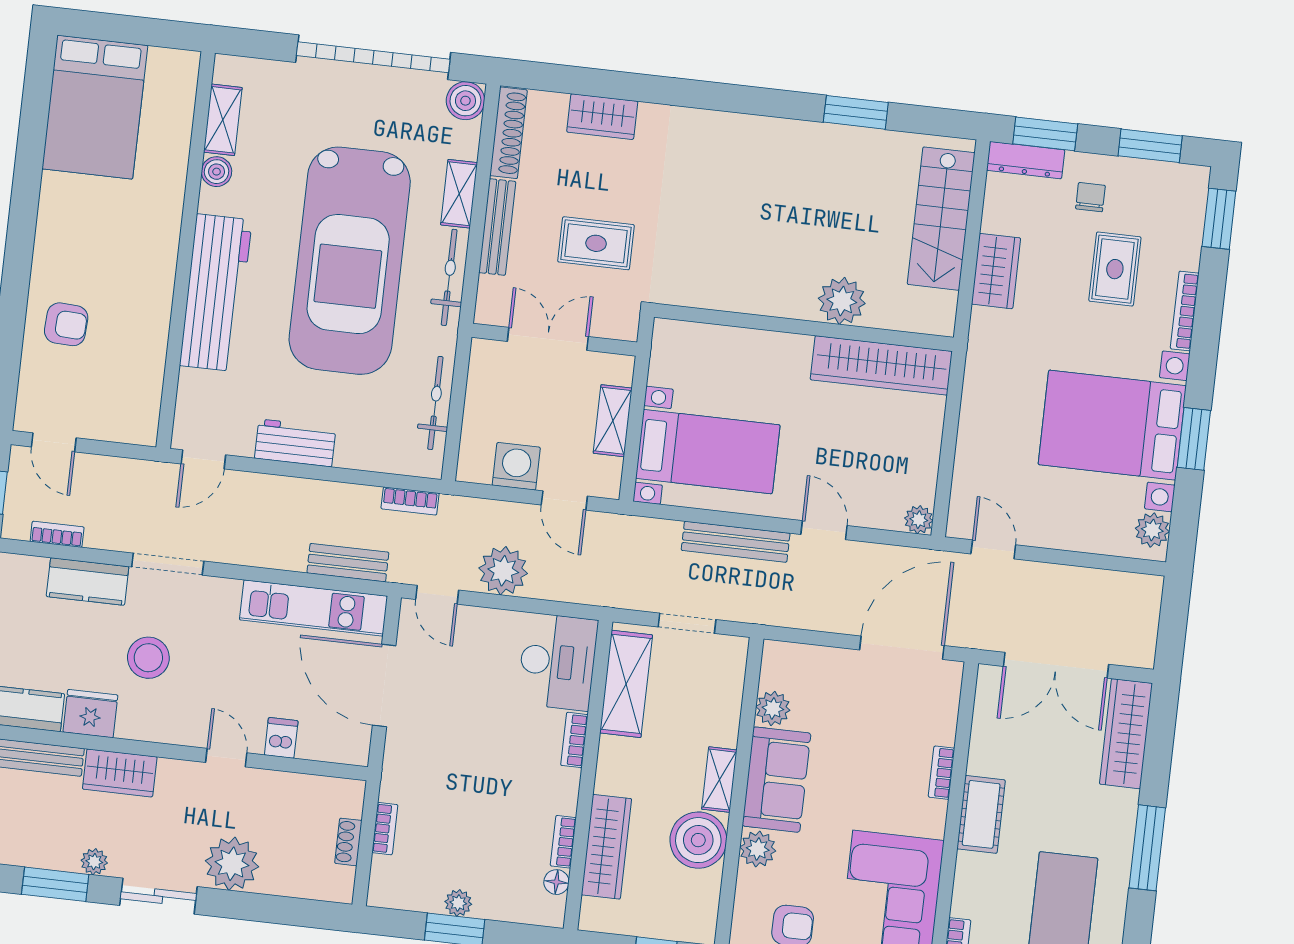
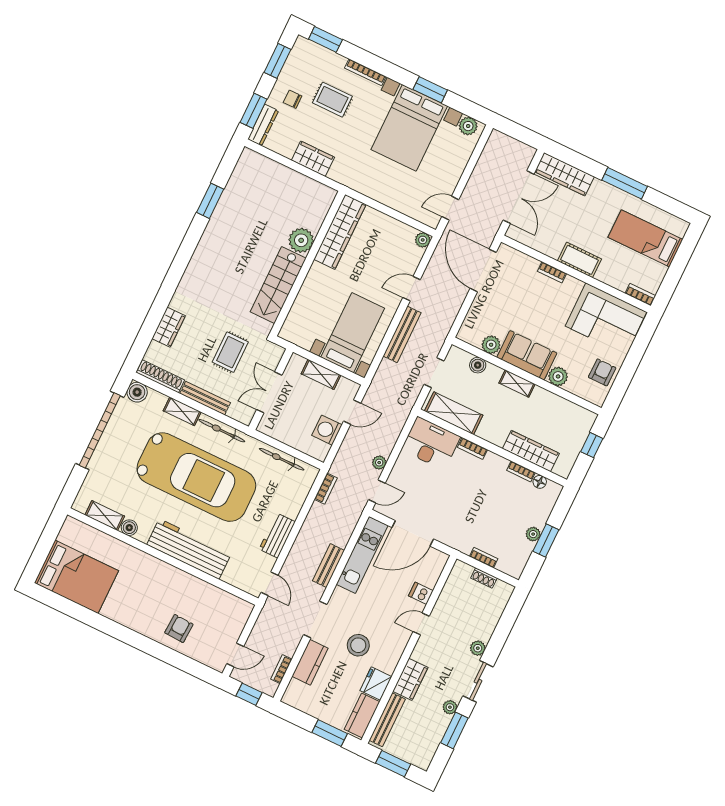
stairs: (941, 219) -> (278, 285), moved, turned 90
bench: (348, 563) -> (328, 566), moved
plant: (503, 571) -> (379, 463), width x0.53, depth x0.53
boiler: (698, 840) -> (478, 365), moved, width x0.54, depth x0.54
plant: (232, 864) -> (478, 648), width x0.53, depth x0.53

